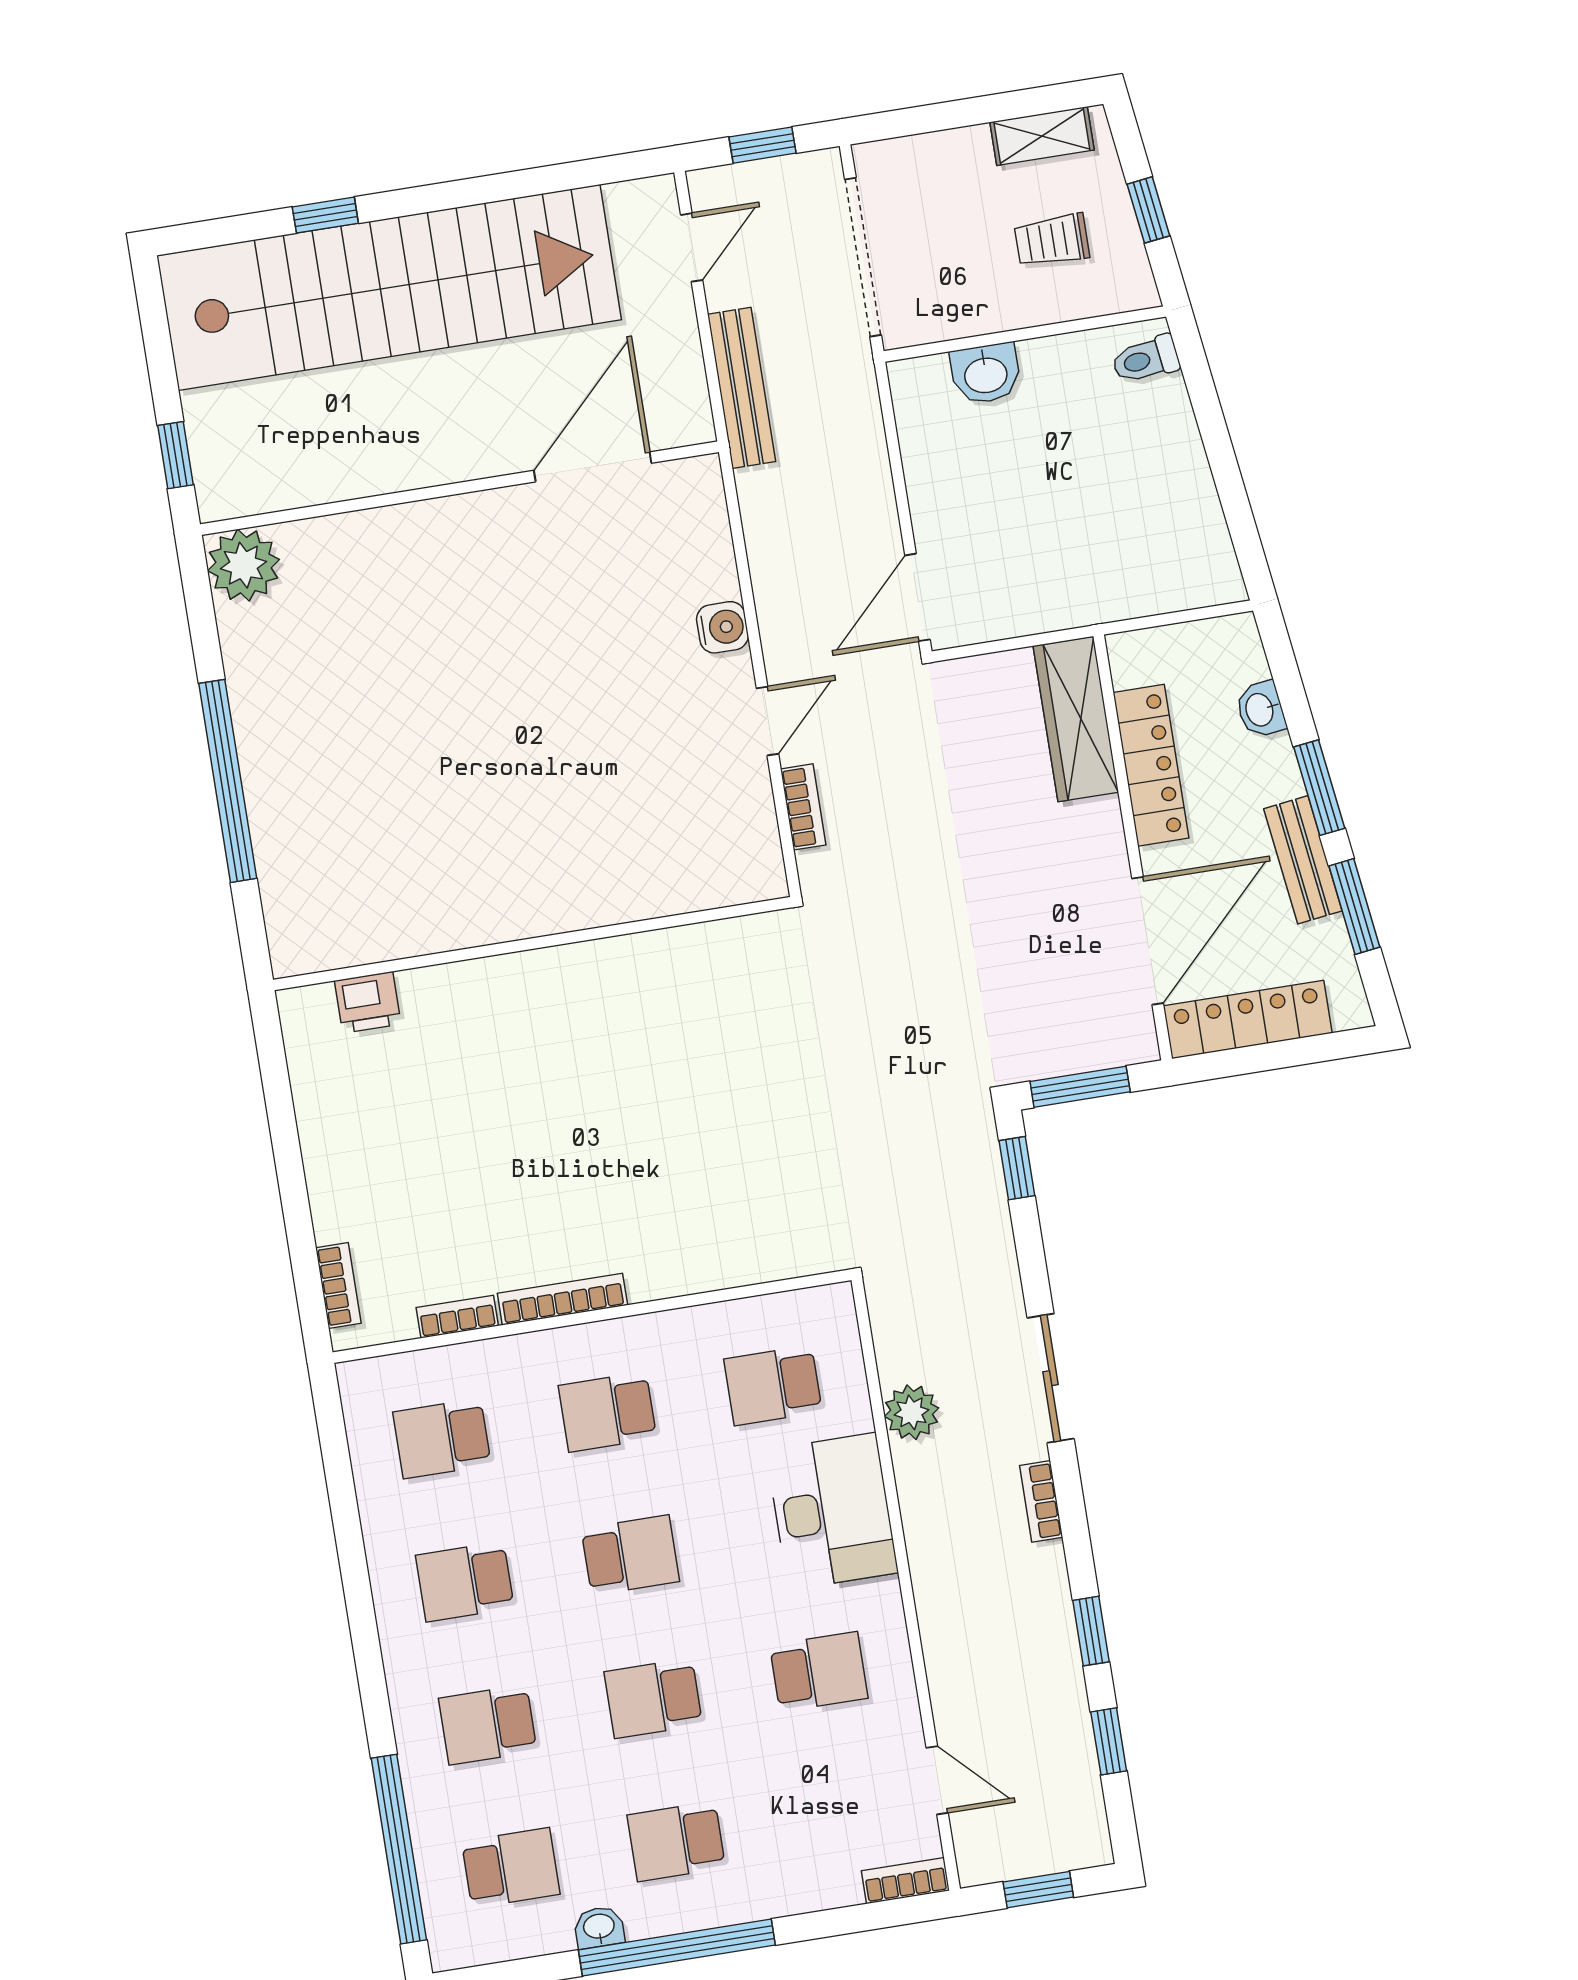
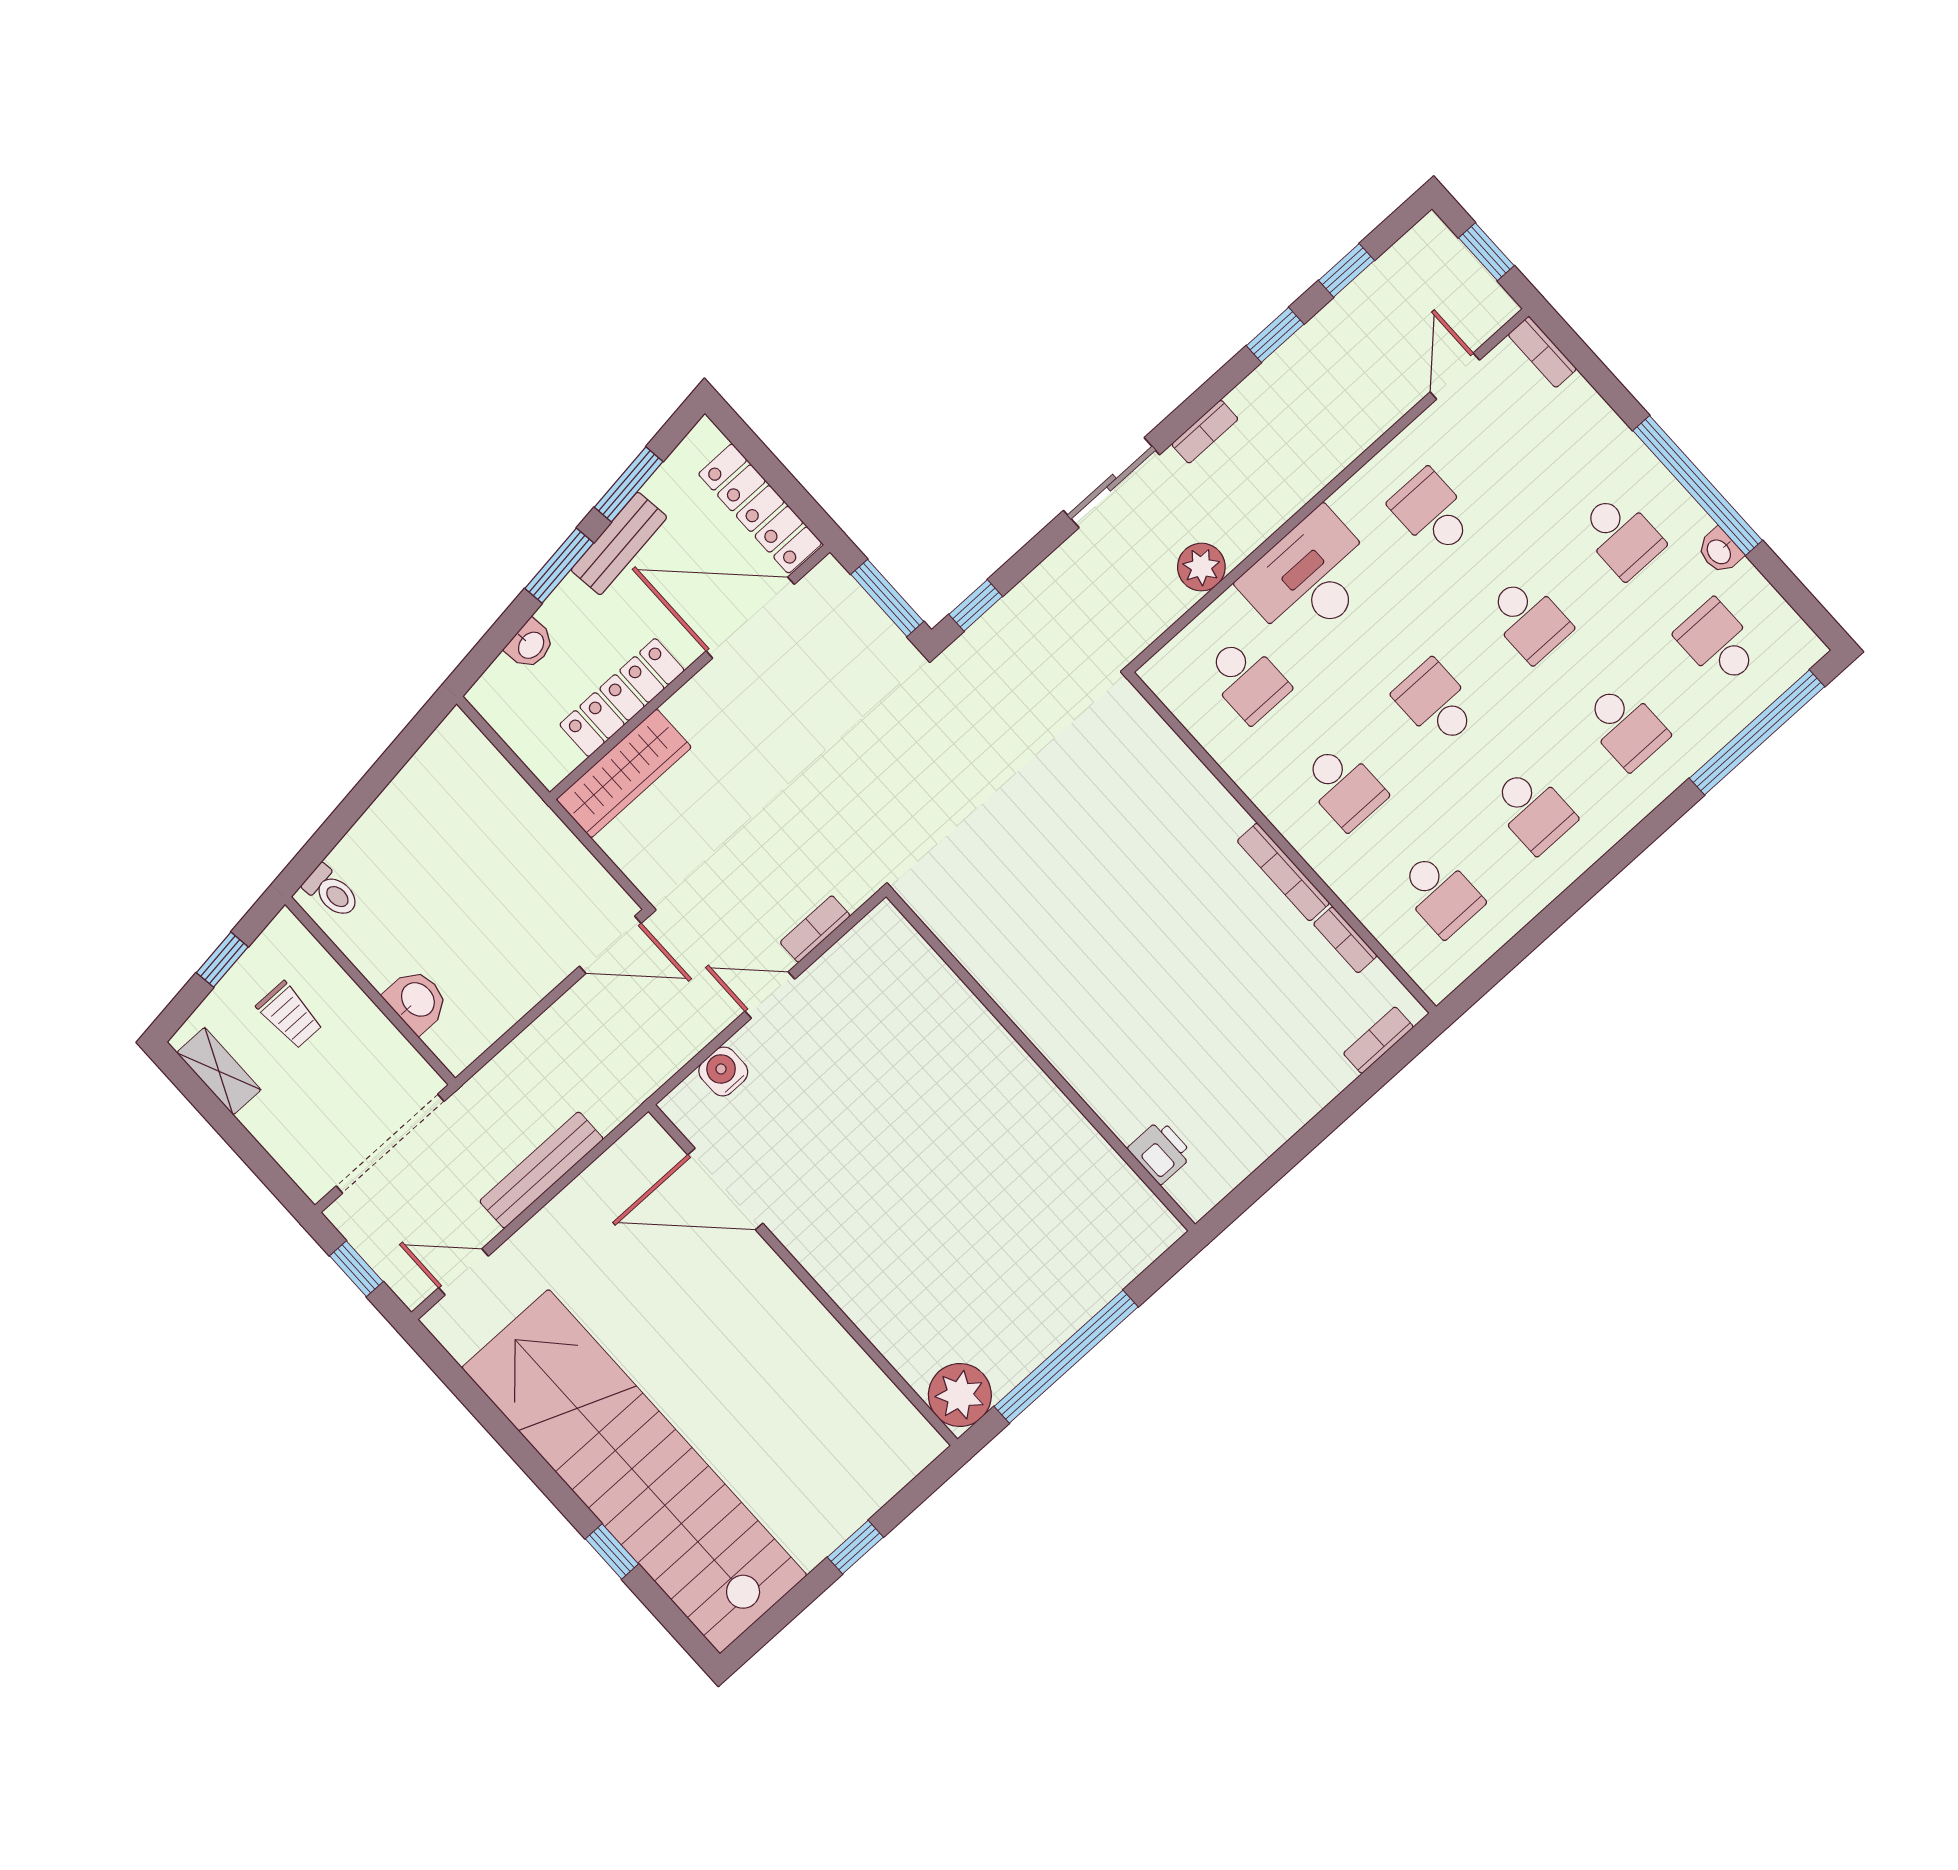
door: (593, 467) -> (725, 1189), moved
wall: (459, 488) -> (803, 1275), moved
plant: (243, 565) -> (960, 1395), moved

